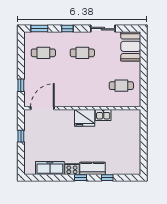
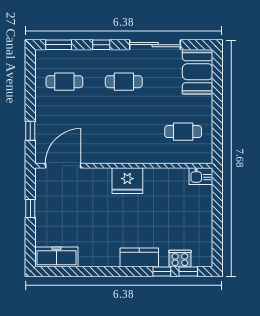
sliding door: (103, 29) -> (155, 45), width x1.37
kitchen sink: (103, 115) -> (201, 176), moved
freezer: (50, 168) -> (56, 257), moved
cooker: (72, 169) -> (180, 259), moved
window: (80, 178) -> (188, 272), moved

